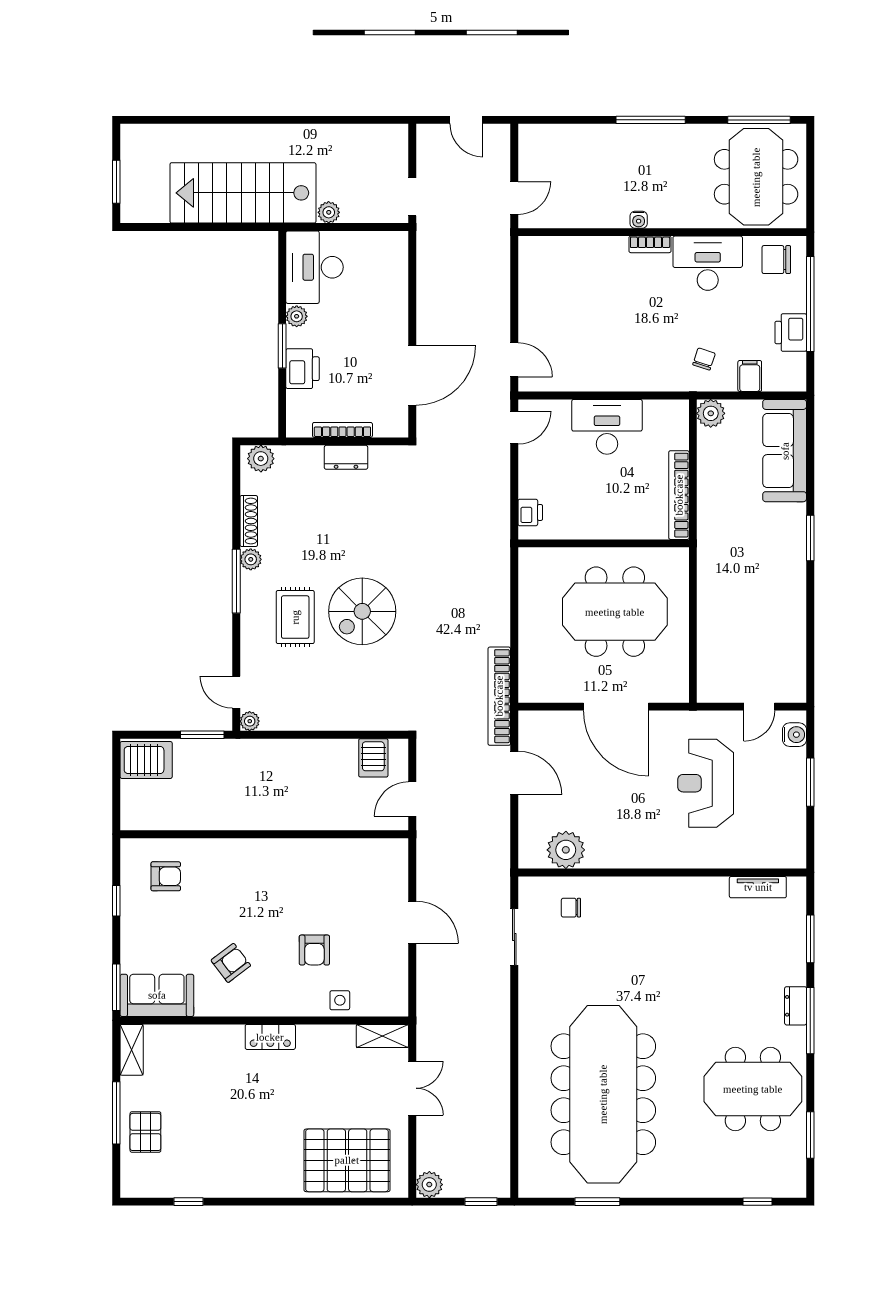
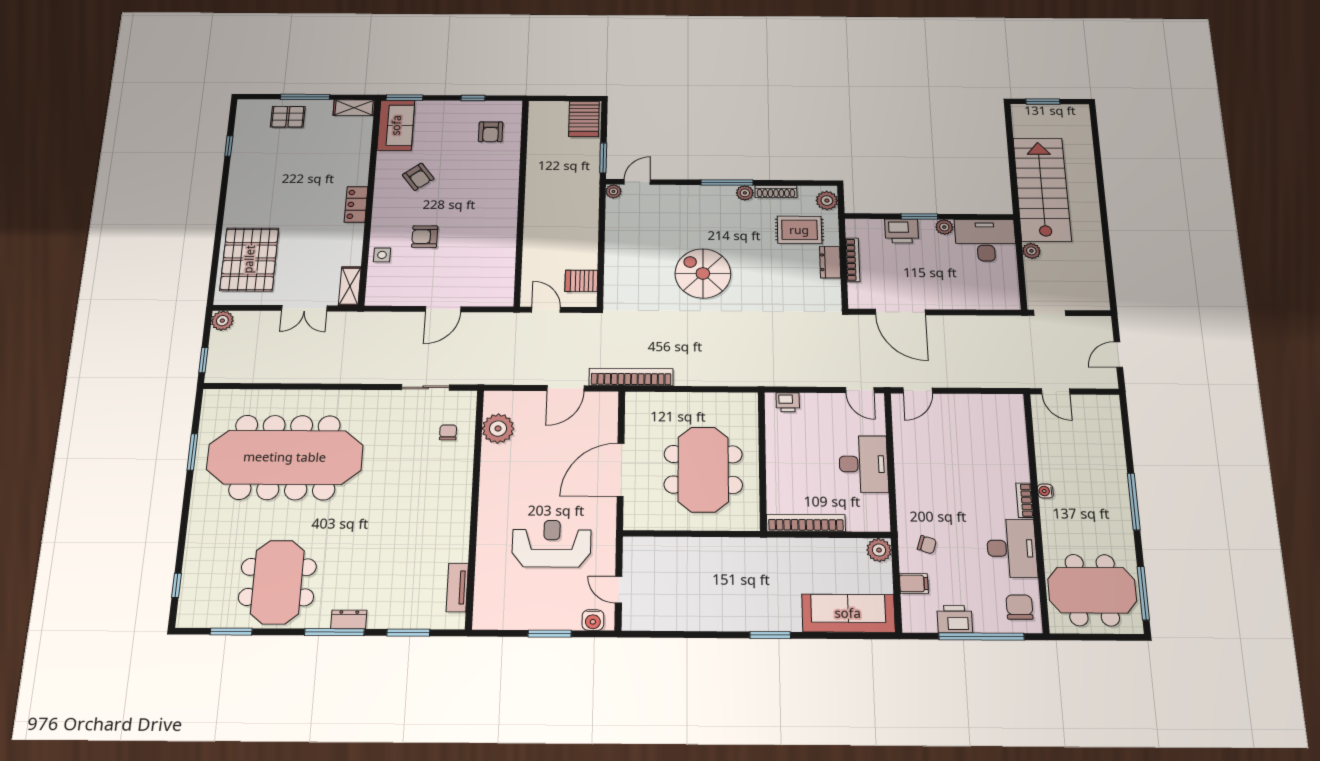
rug: (295, 617) -> (799, 230), moved

